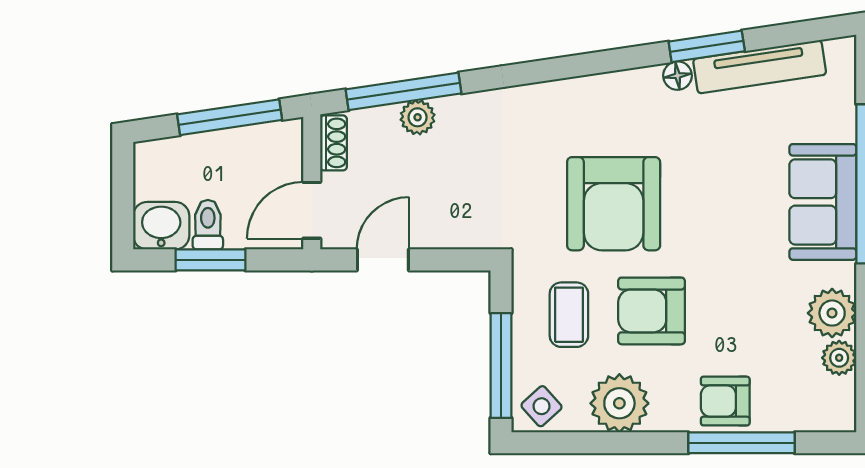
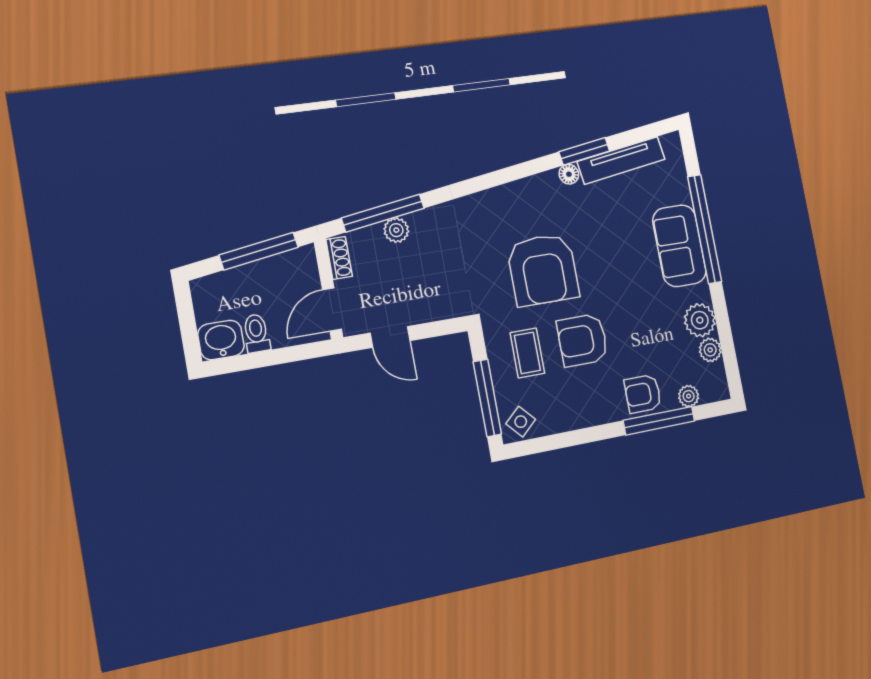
window: (211, 260) -> (263, 359), removed
door: (383, 260) -> (390, 337), swing flipped
plant: (619, 403) -> (689, 396), moved, width x0.53, depth x0.53

